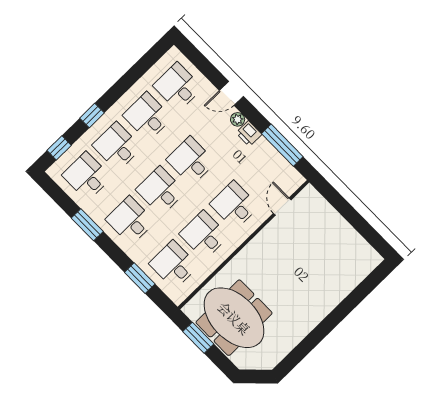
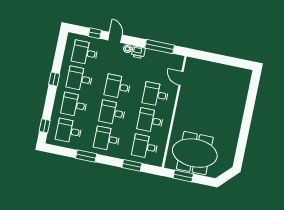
window: (208, 70) -> (95, 33), added
door: (231, 93) -> (115, 37), swing flipped
window: (92, 115) -> (54, 79), moved

